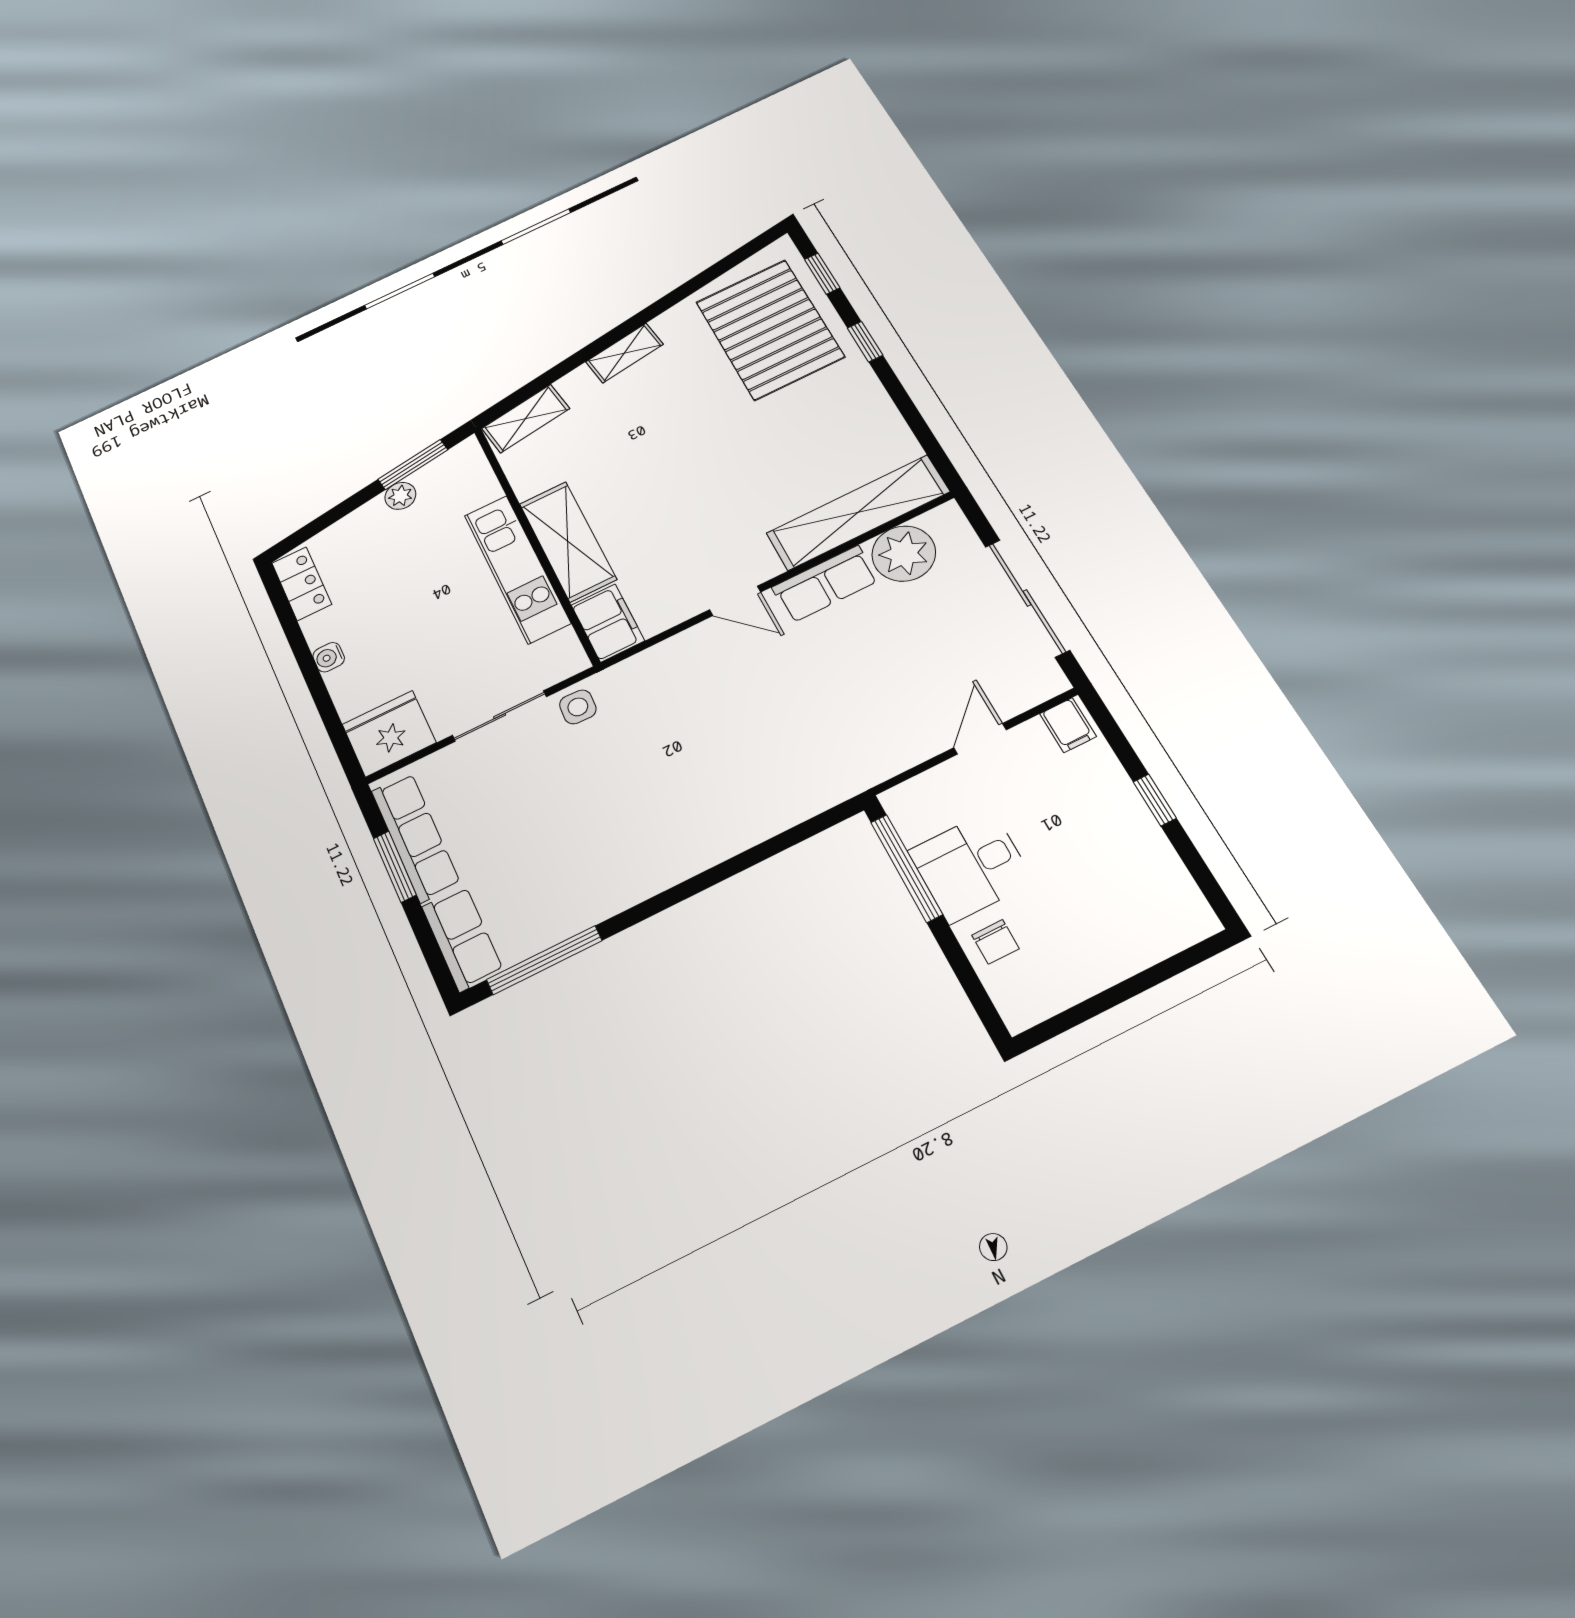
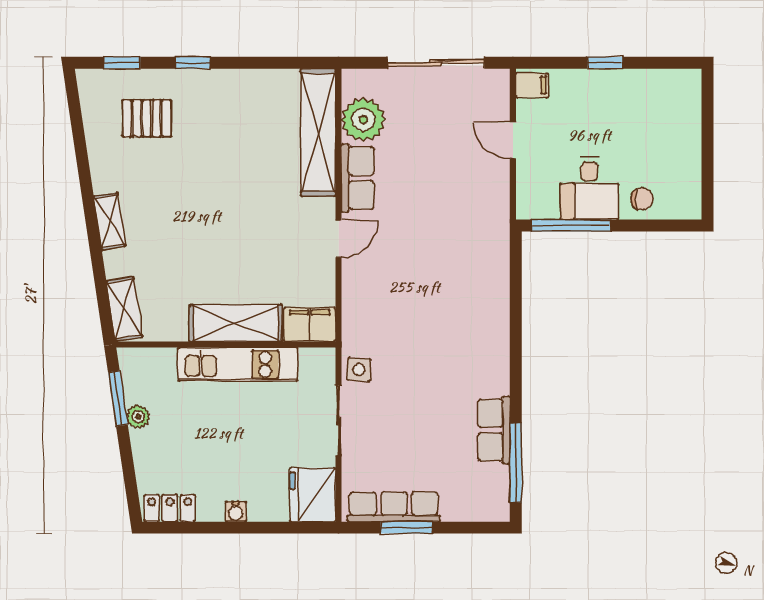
pallet: (770, 329) -> (147, 118), width x0.49, depth x0.50
row of seats: (462, 939) -> (494, 430), moved, turned -90

